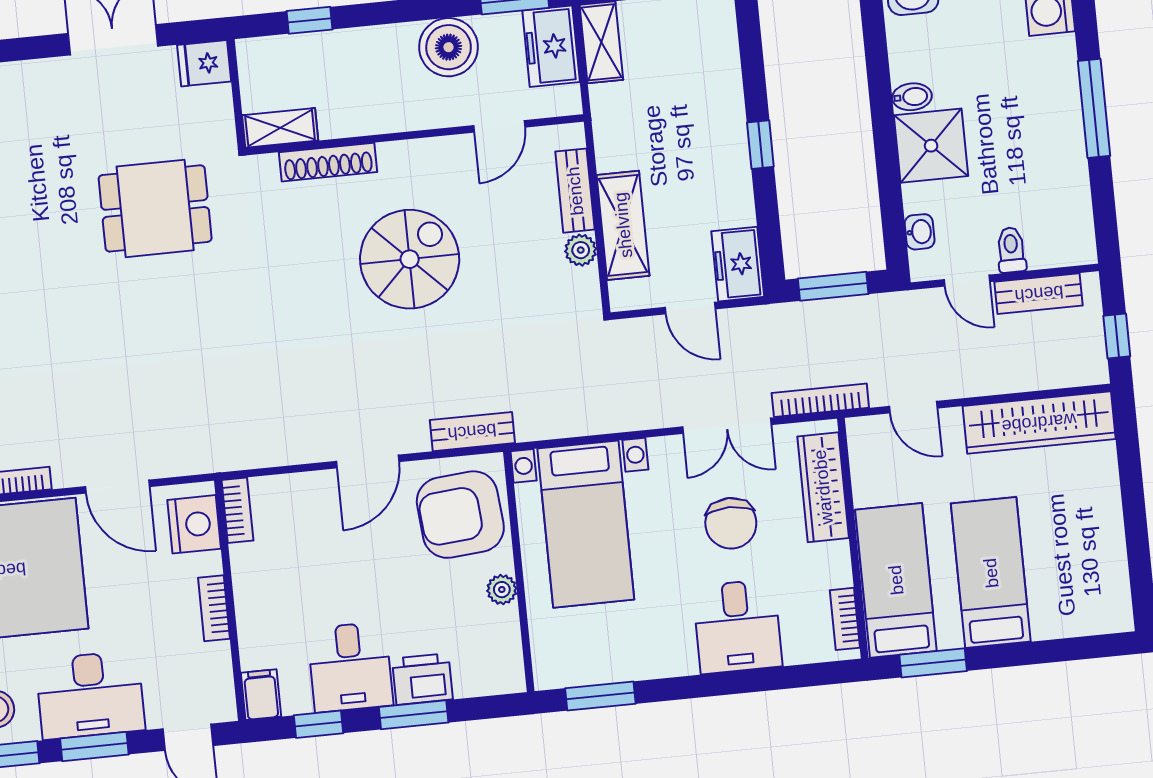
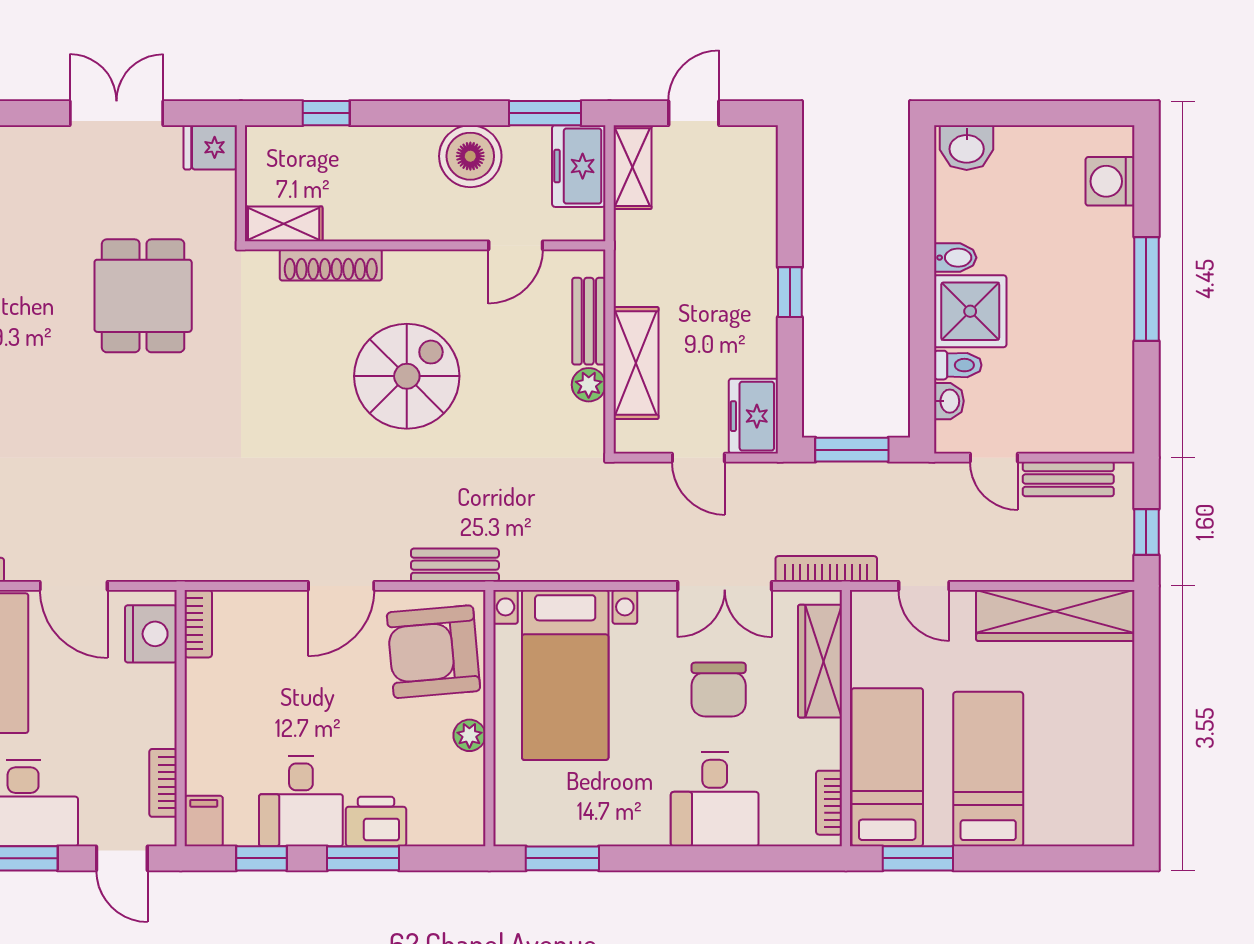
dining table: (155, 208) -> (143, 296), turned 90
toilet: (1011, 250) -> (958, 365), moved, turned 90
bookcase: (214, 608) -> (163, 783), moved

